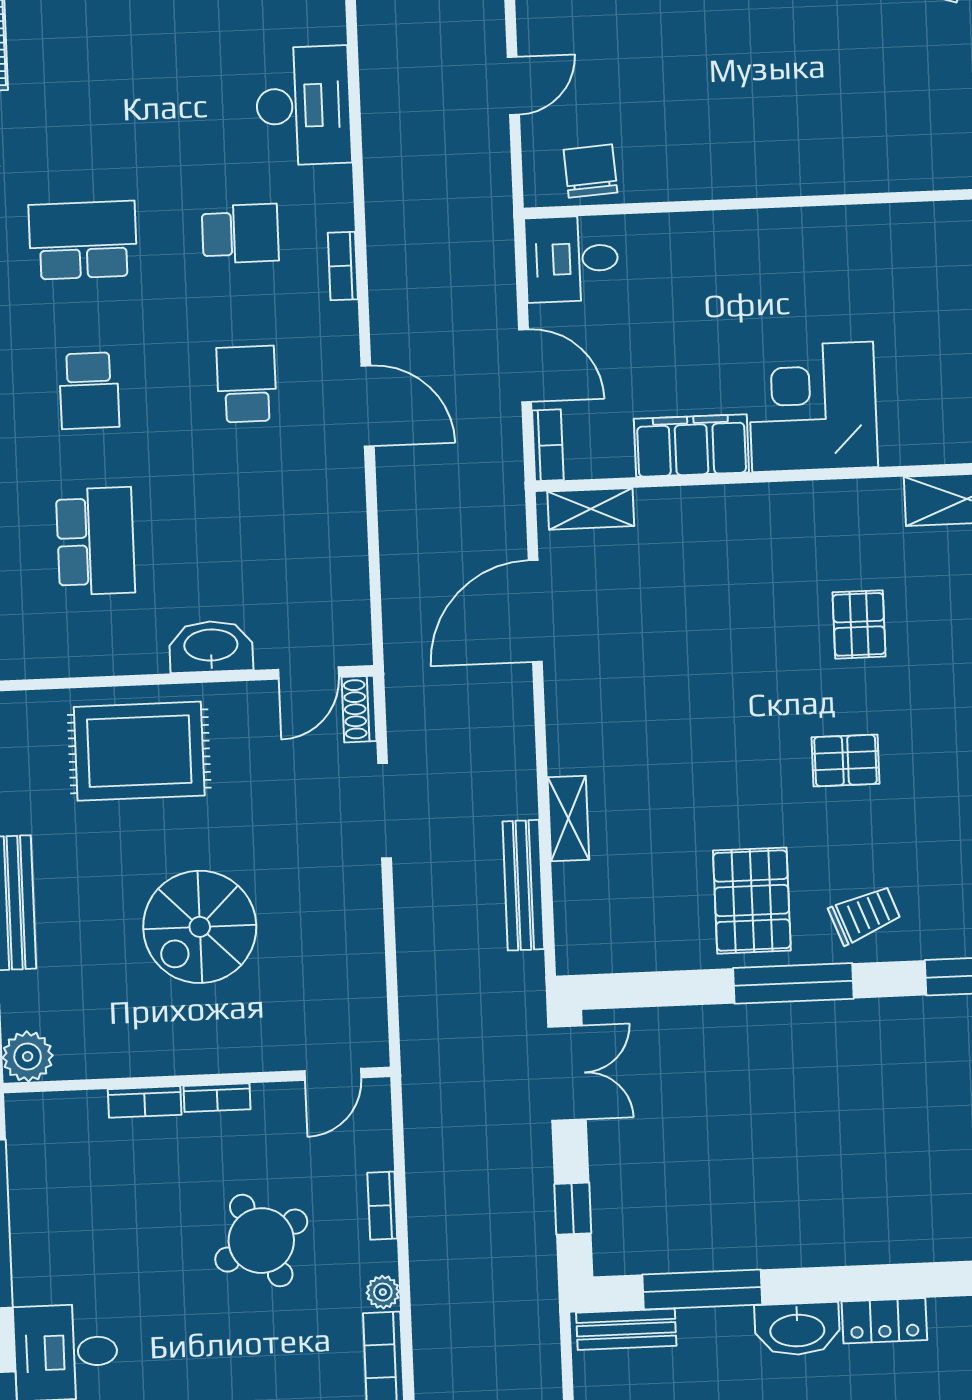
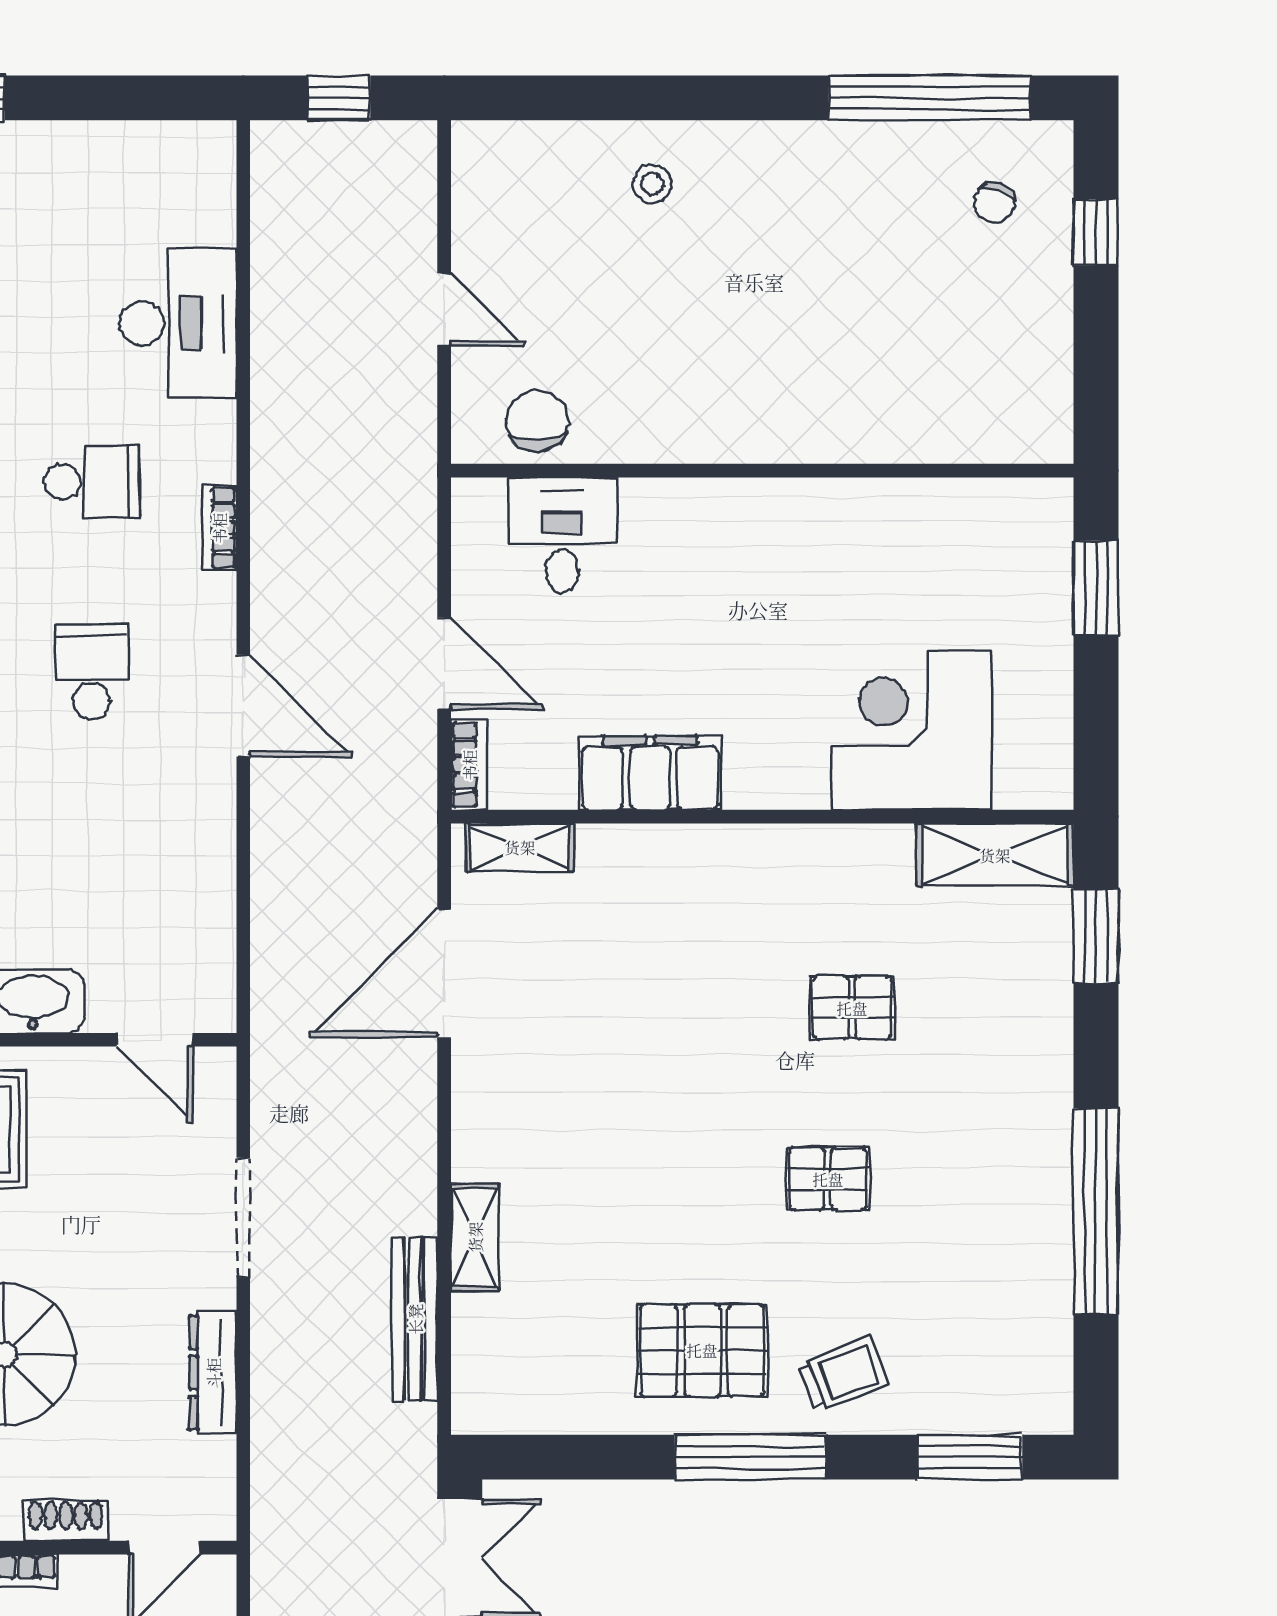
door: (513, 86) -> (444, 309), hinge flipped
desk: (572, 259) -> (562, 535), moved, turned 90
corner desk: (813, 407) -> (912, 730), moved
pallet: (859, 624) -> (852, 1008), turned 90
door: (309, 673) -> (155, 1040), hinge flipped
shoe rack: (359, 709) -> (66, 1521), moved, turned 90
pallet: (752, 901) -> (702, 1350), turned 90
dresser: (366, 934) -> (213, 1373), added

